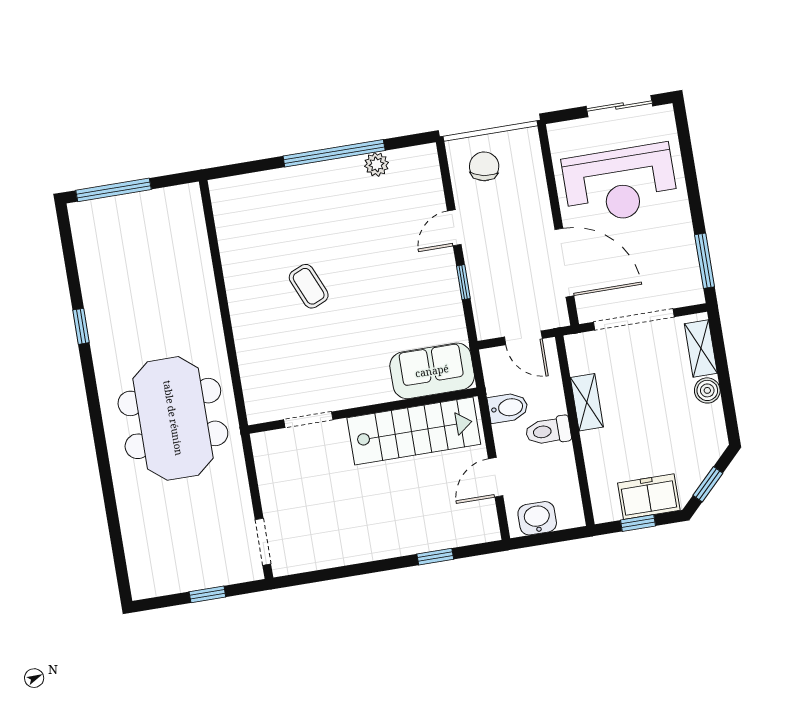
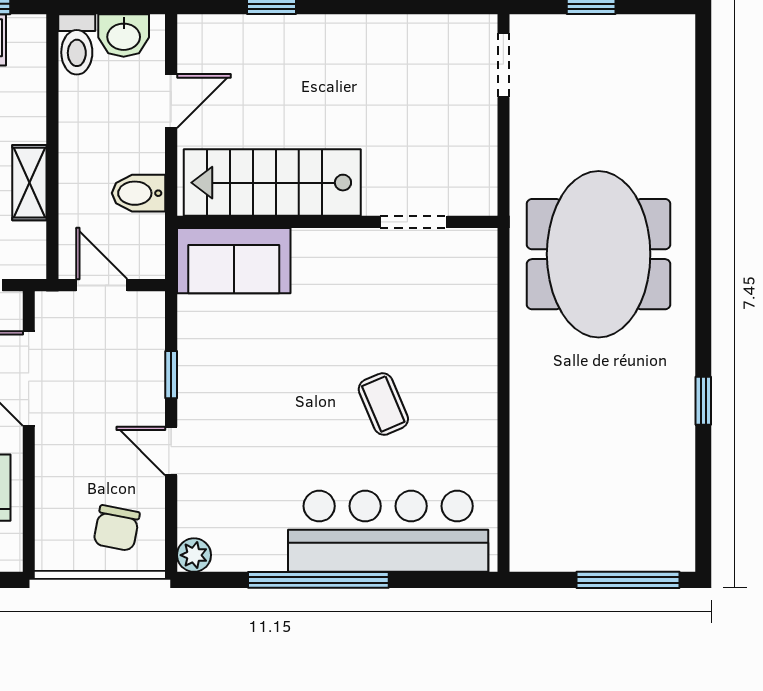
plant: (377, 164) -> (194, 555), moved
bar counter: (290, 196) -> (388, 531), added
door: (454, 228) -> (171, 451), swing flipped
toilet: (548, 431) -> (77, 44), moved, turned 90

